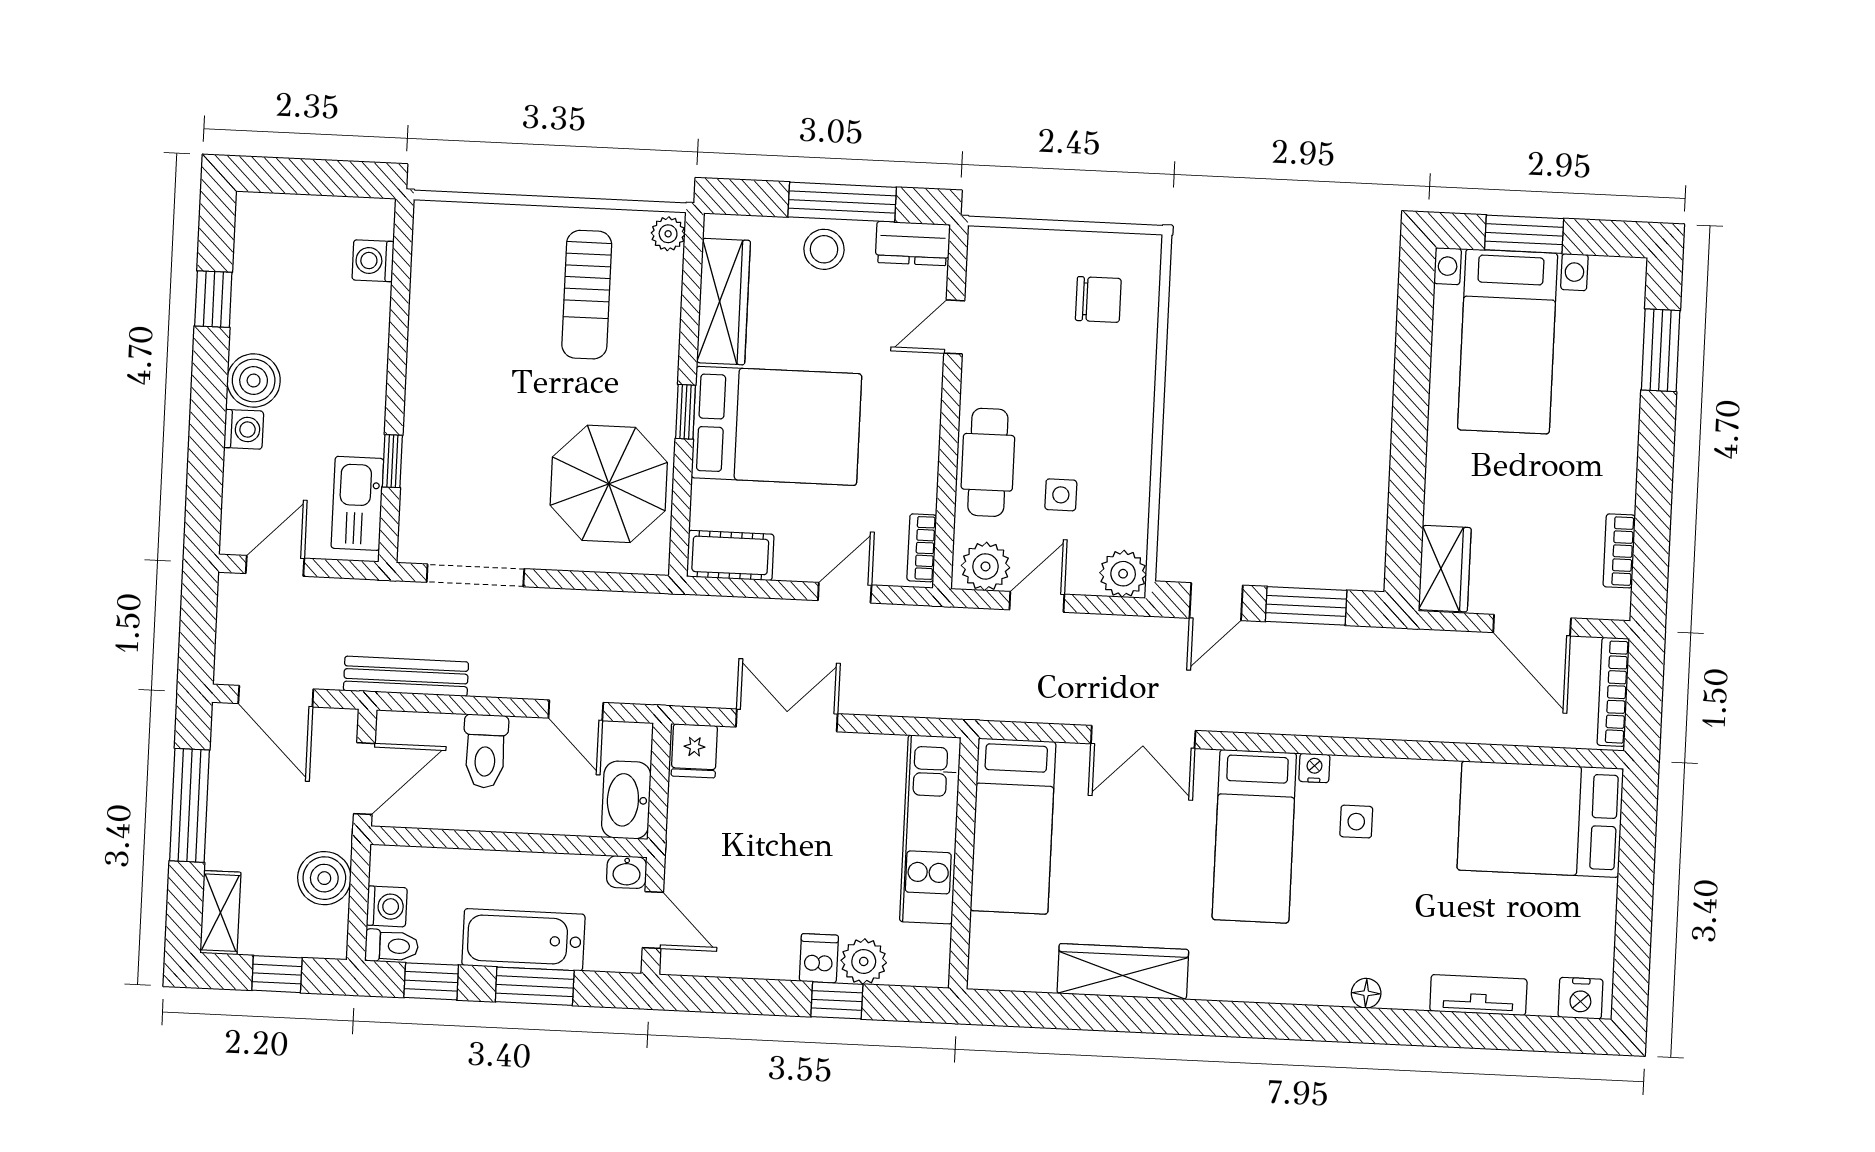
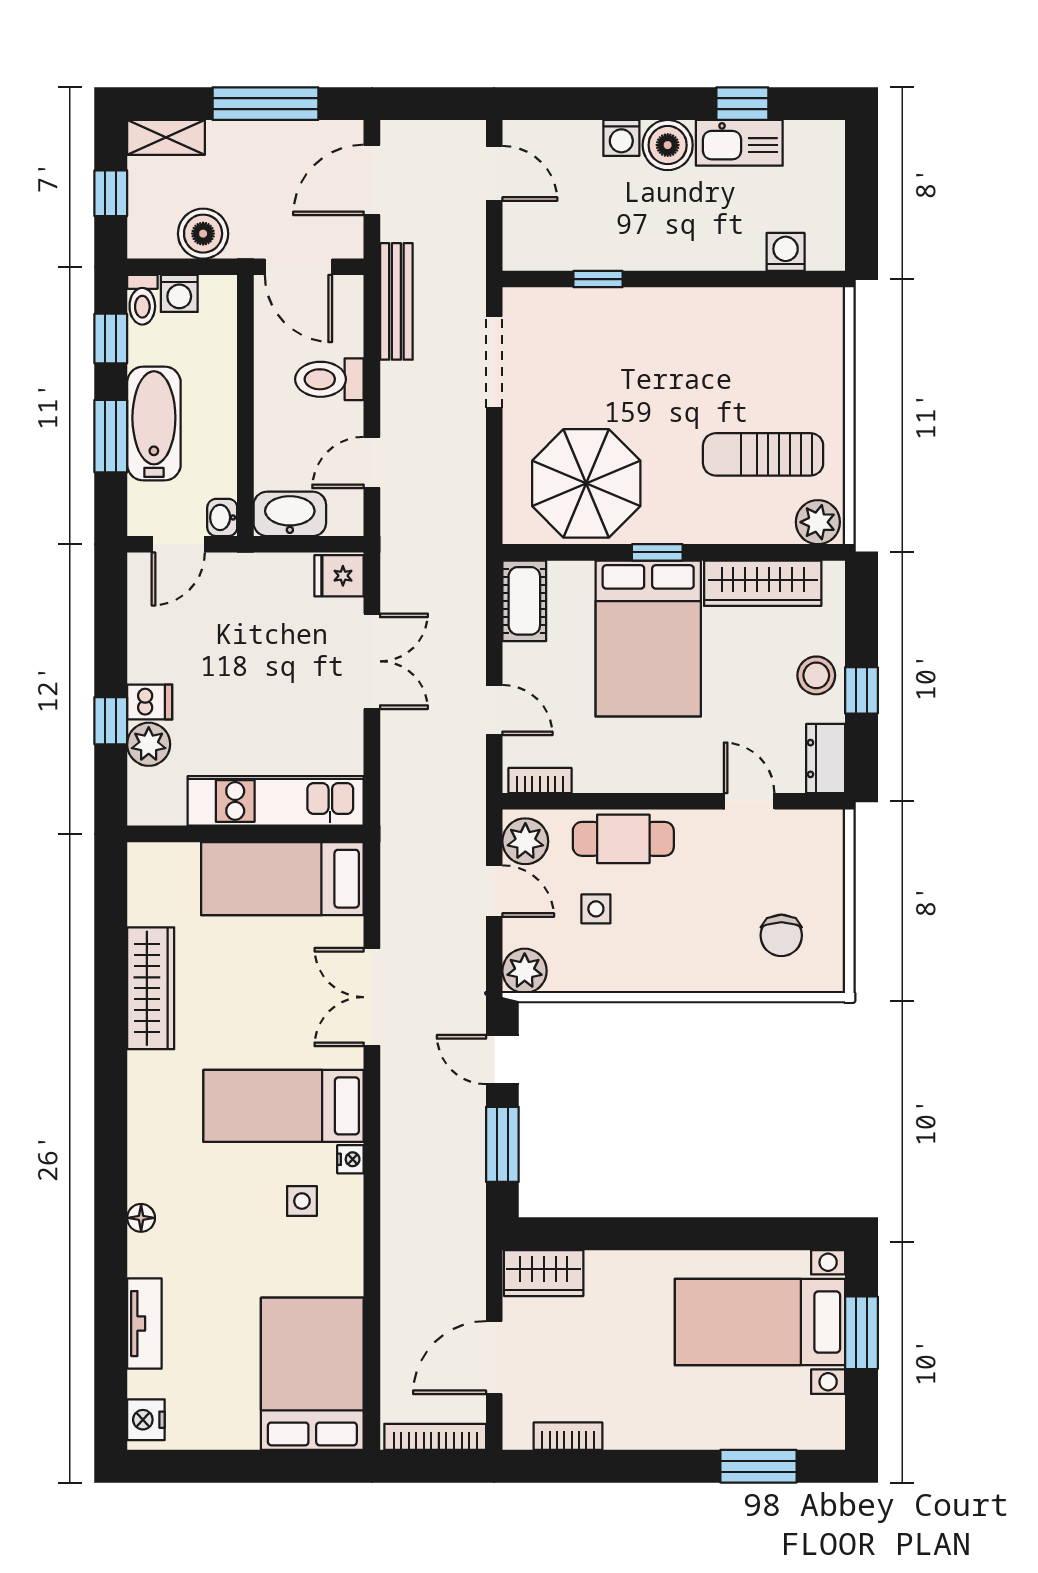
window: (842, 202) -> (861, 690), width x0.46
plant: (668, 234) -> (818, 522), width x1.38, depth x1.38
kitchen sink: (357, 503) -> (739, 143), moved, turned 180

